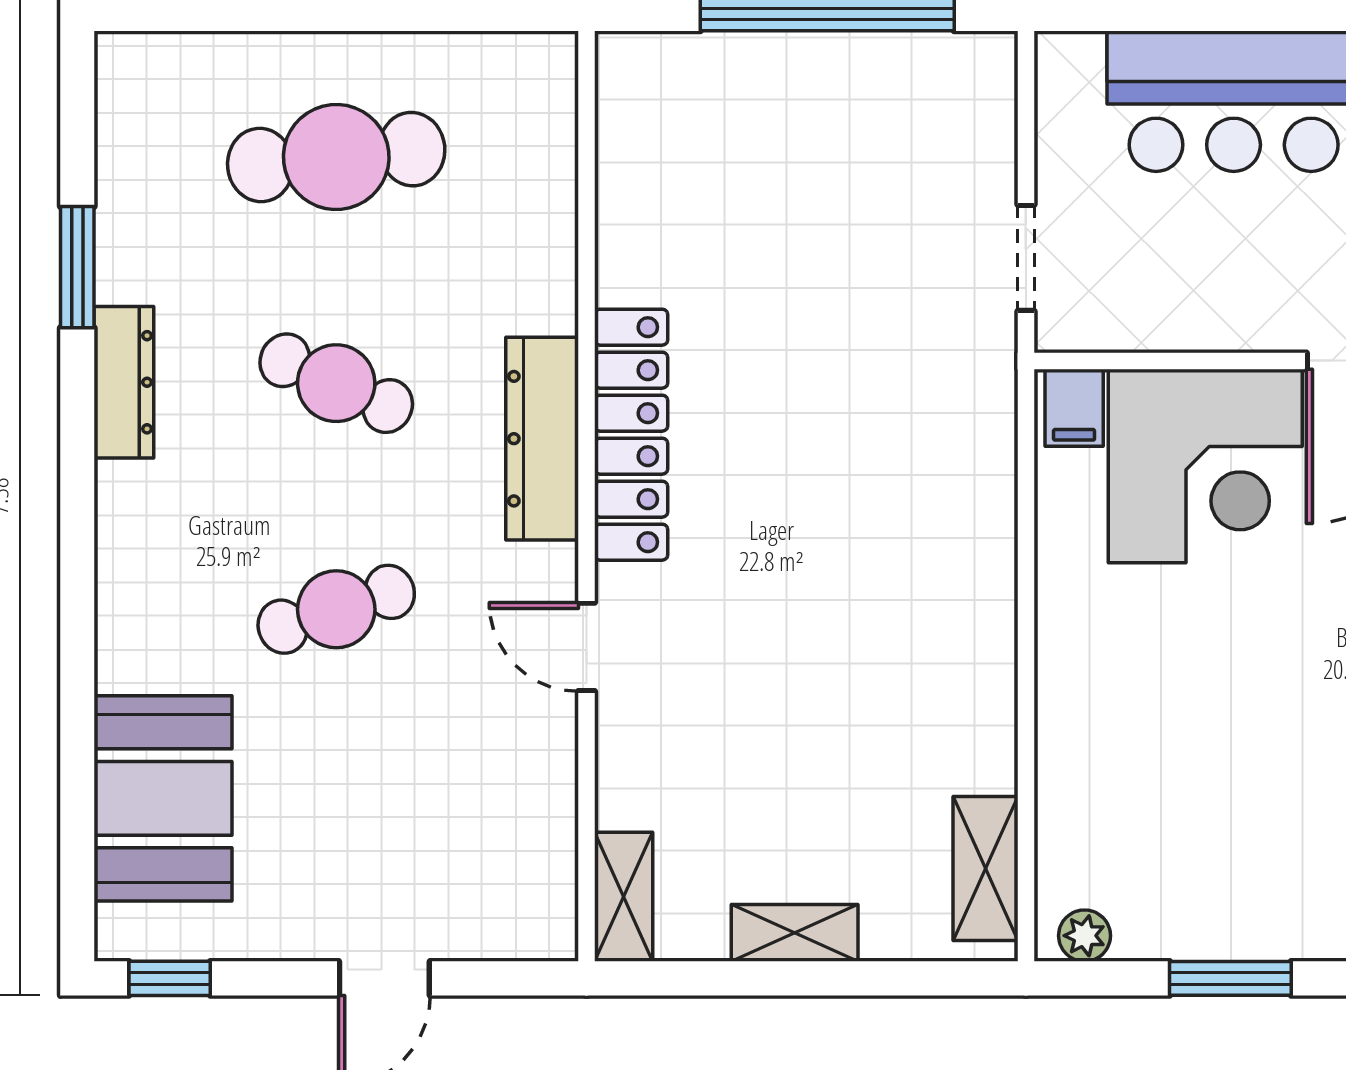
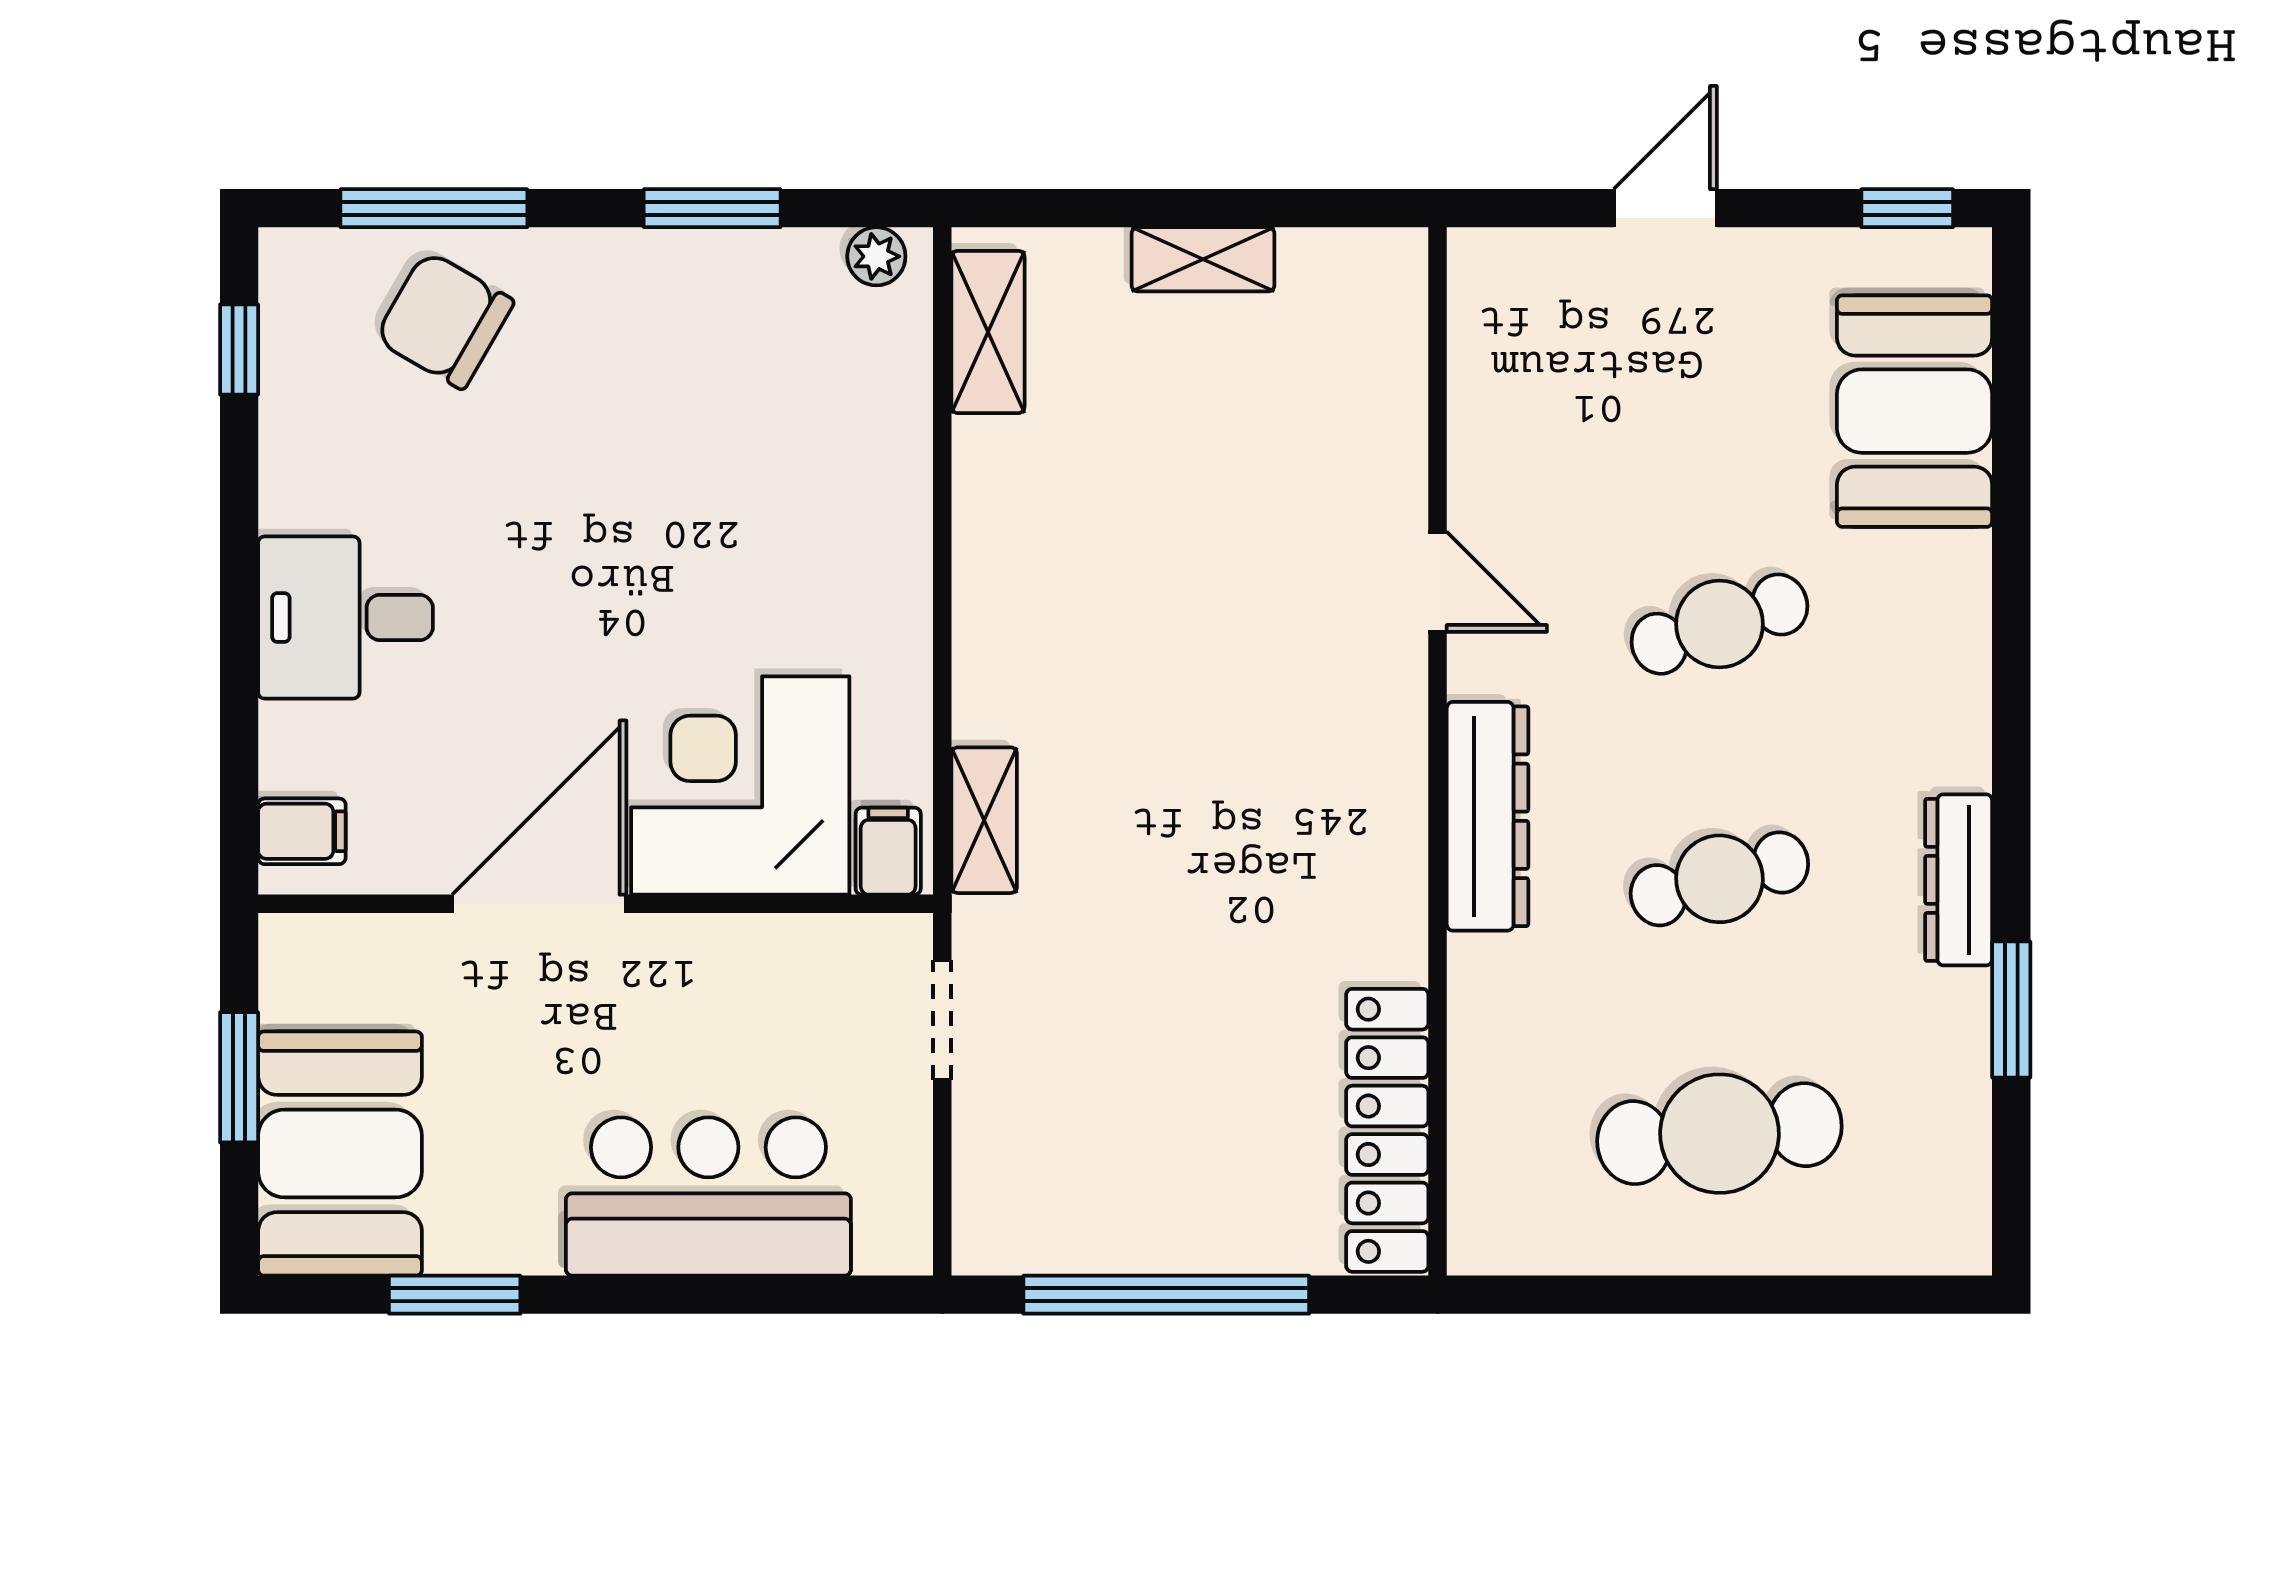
cafe table: (336, 383) -> (1719, 879), turned -39
locker: (631, 435) -> (1387, 1130), moved
shelving: (624, 897) -> (984, 820), moved

